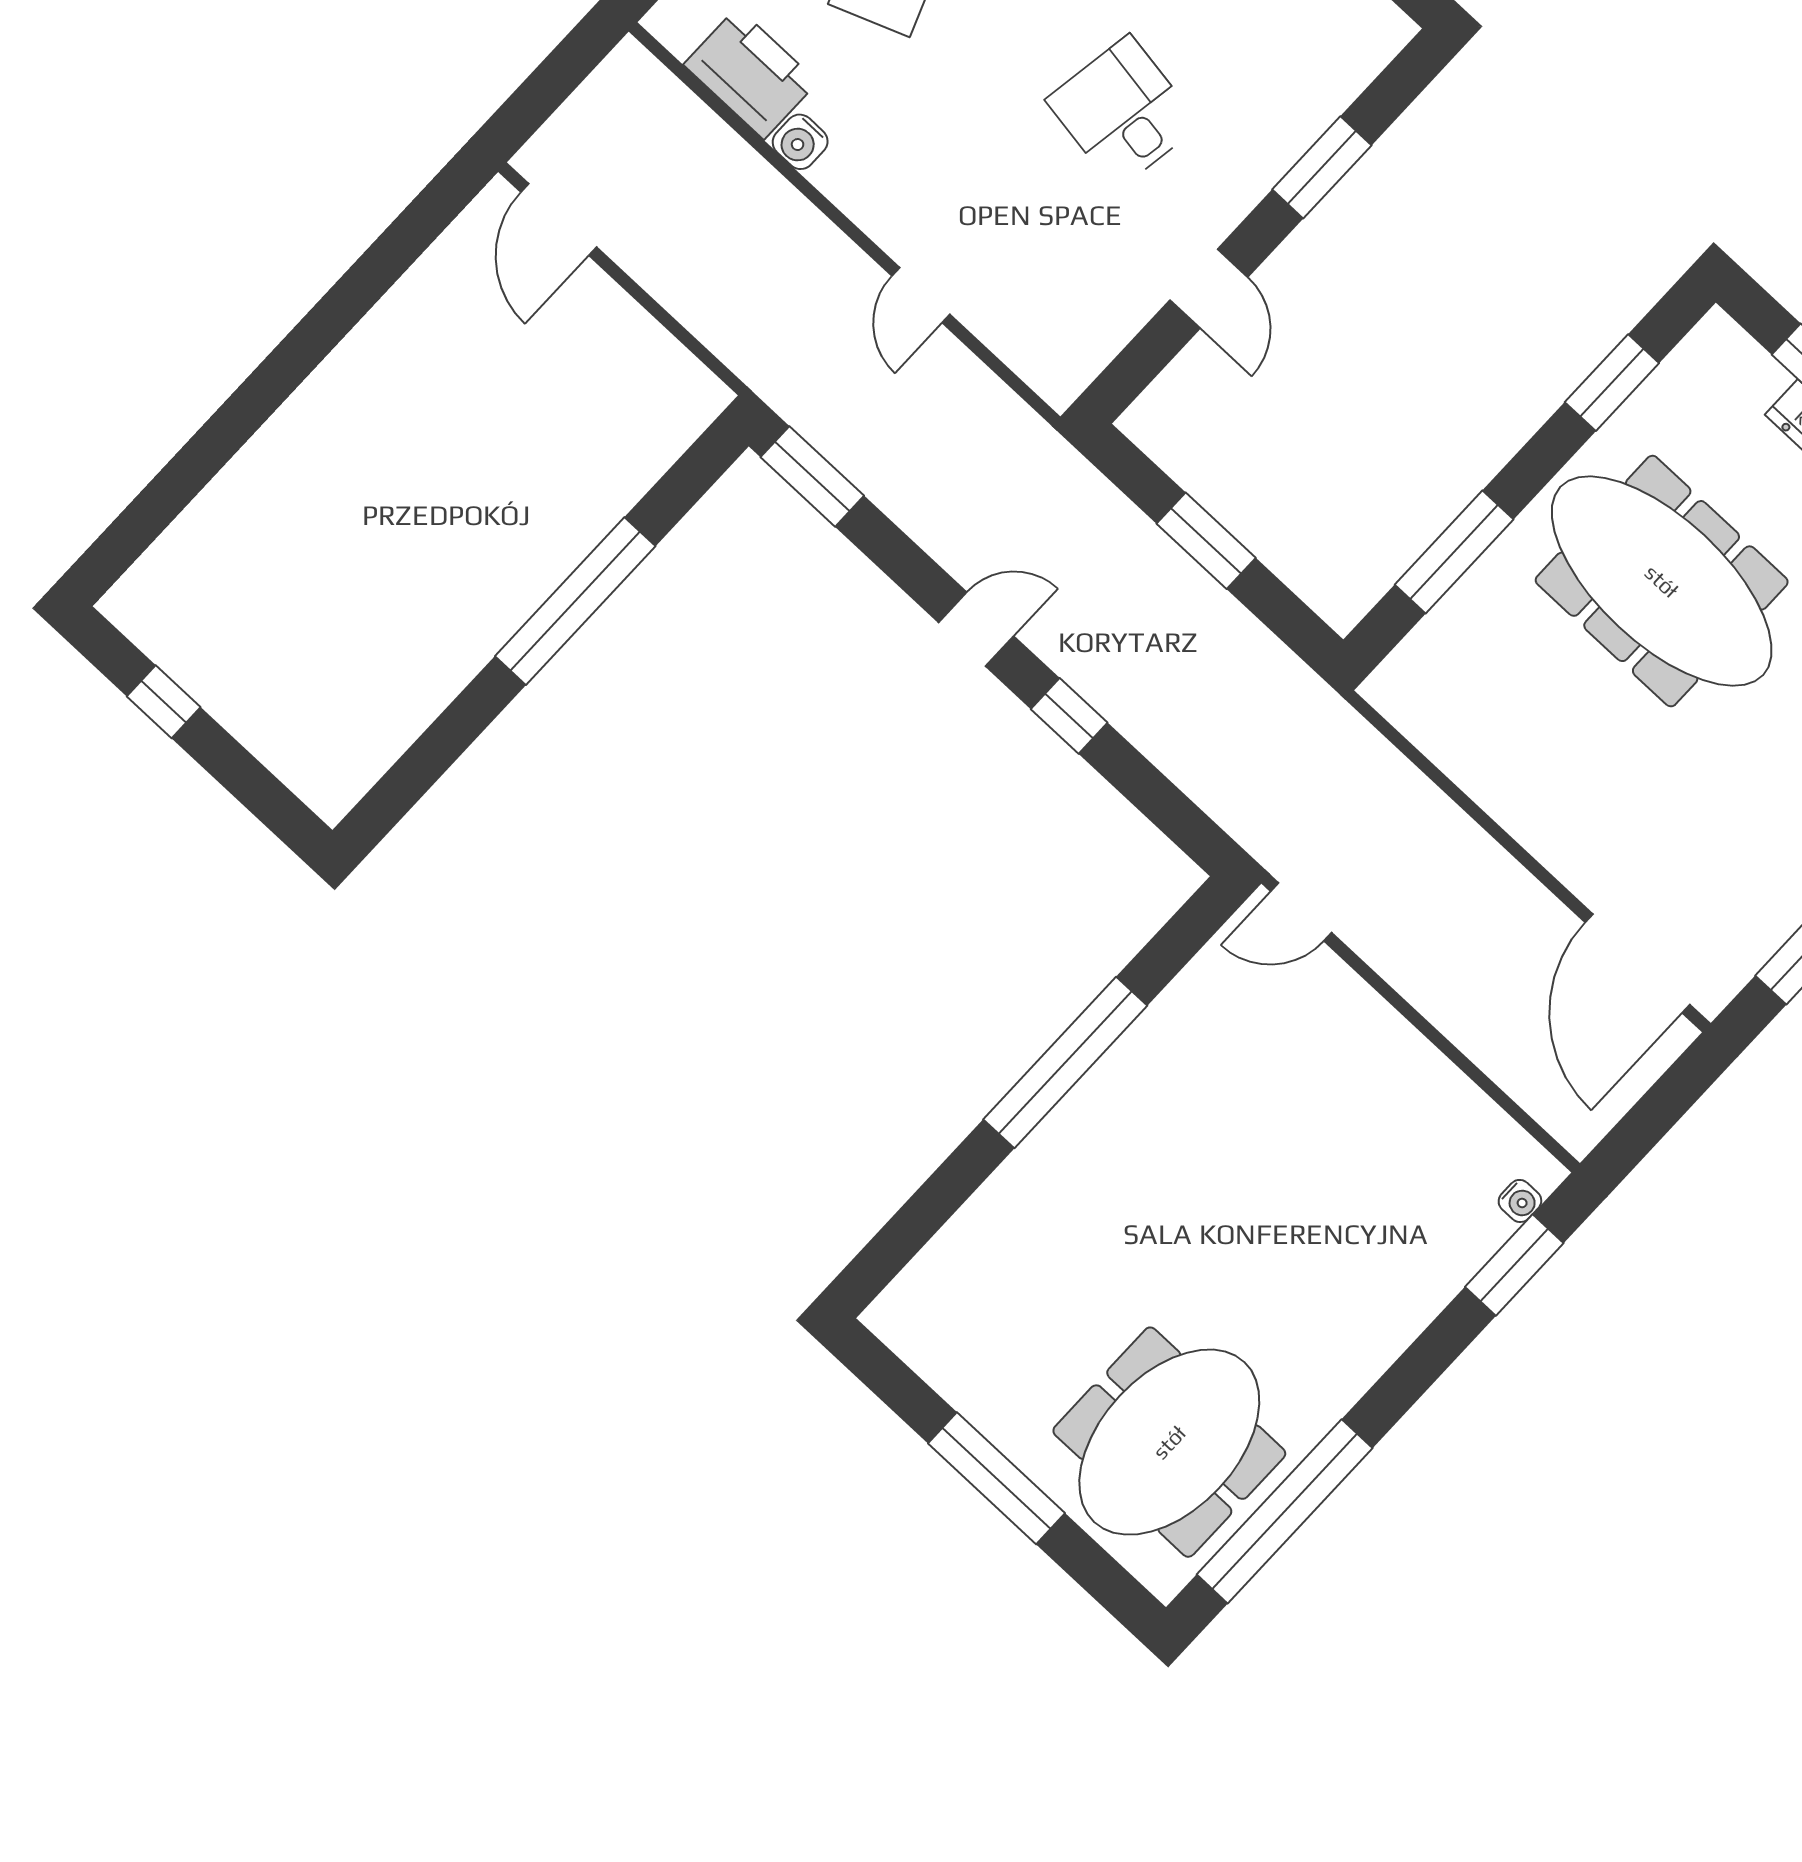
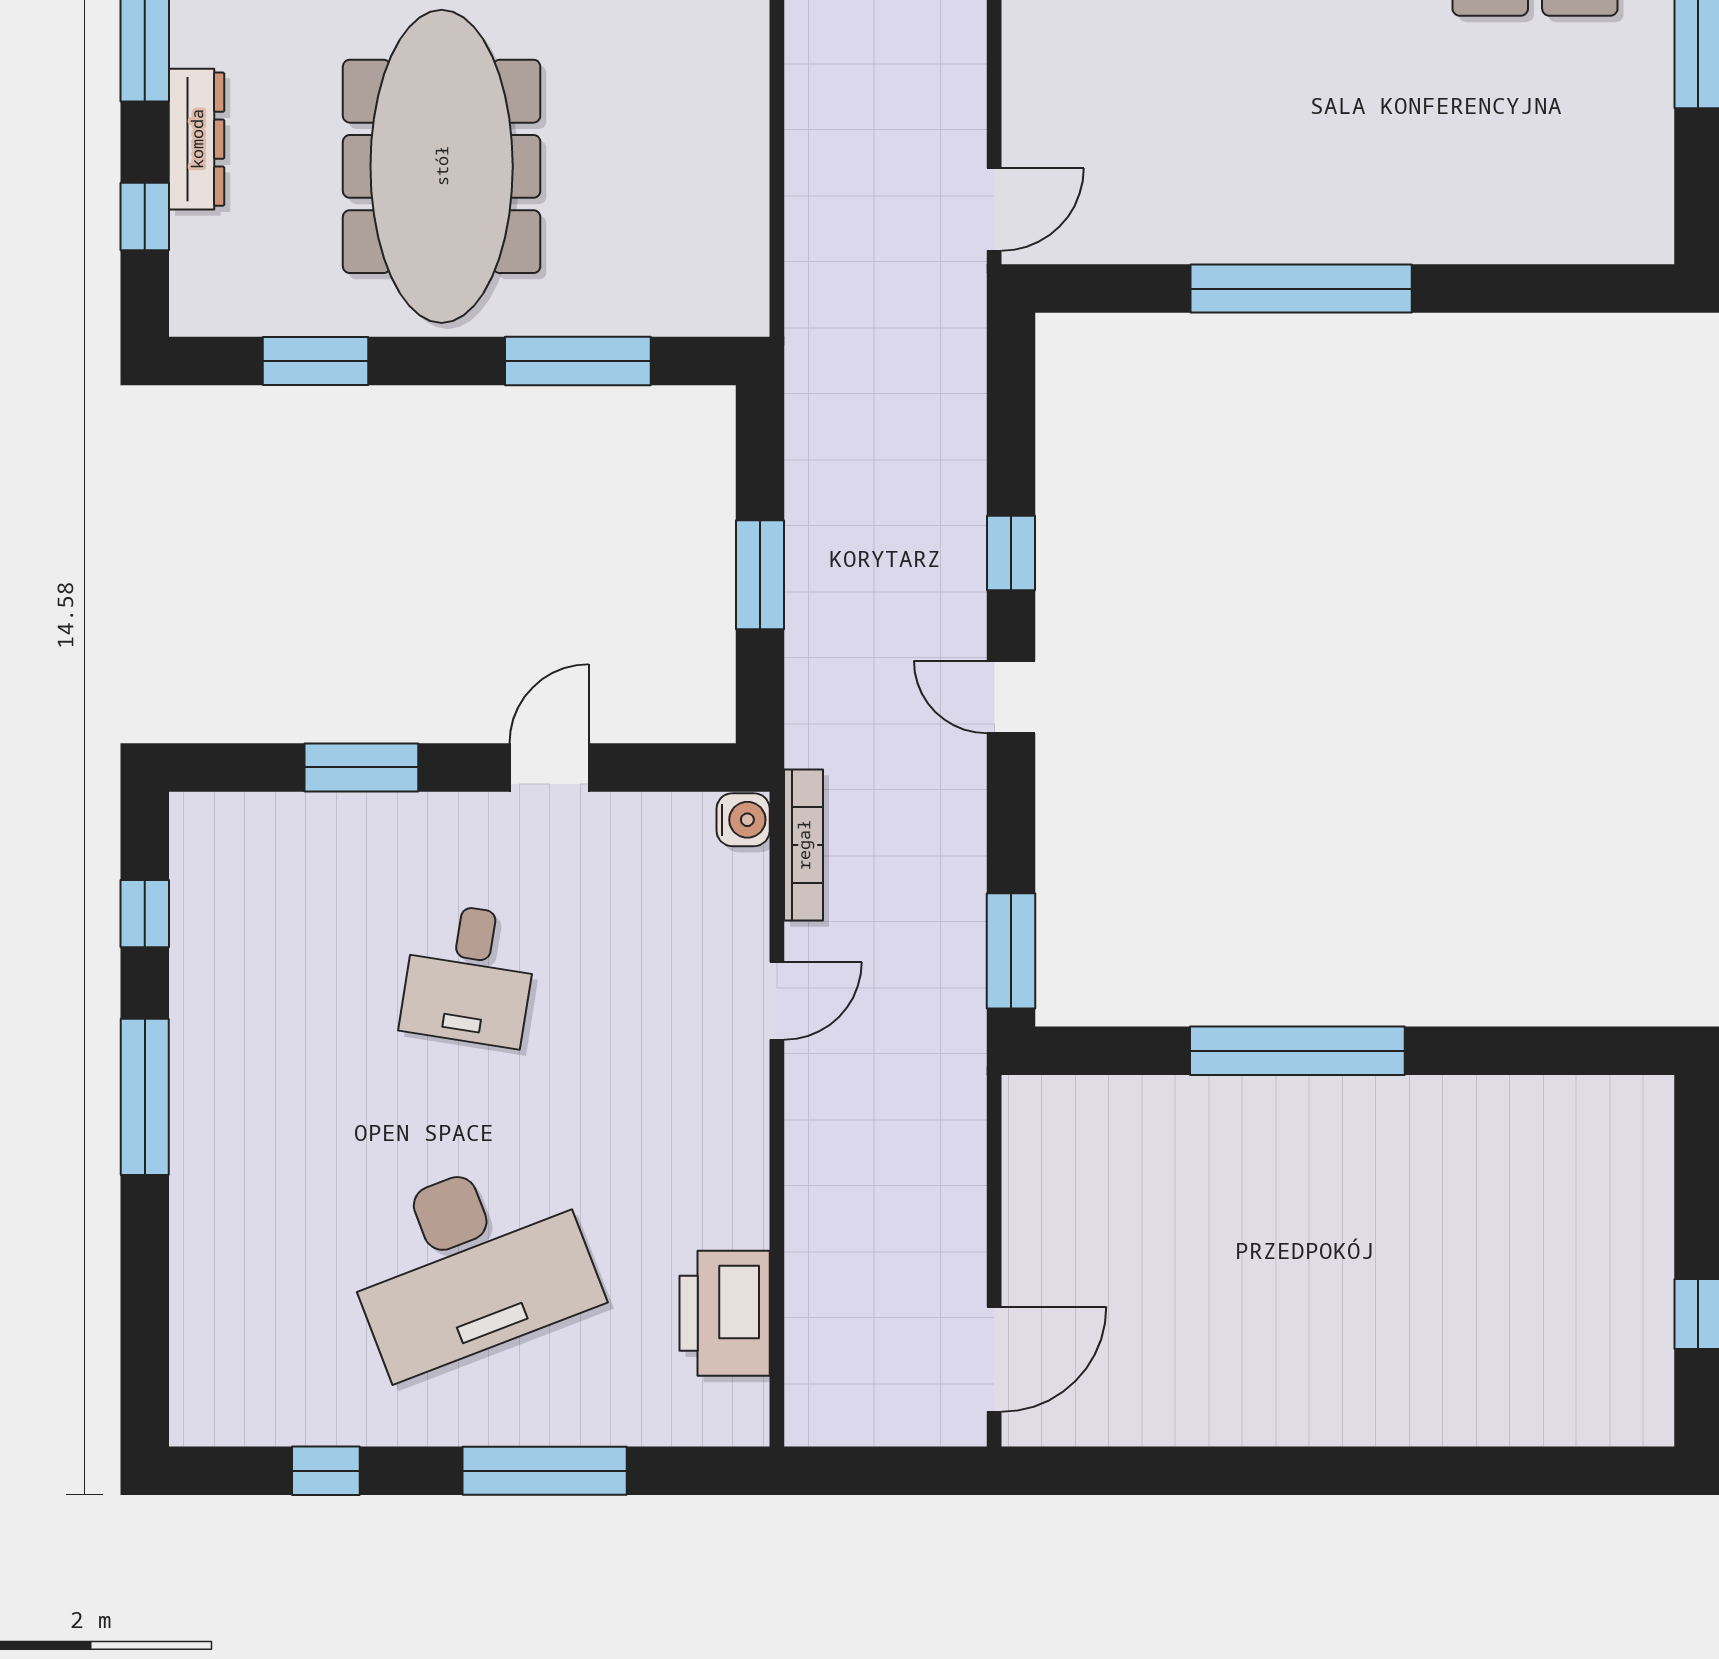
water cooler: (800, 142) -> (743, 820), moved
bookcase: (1005, 406) -> (804, 845), added
door: (1301, 912) -> (994, 209), hinge flipped

